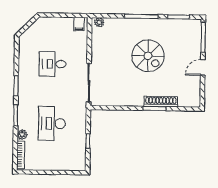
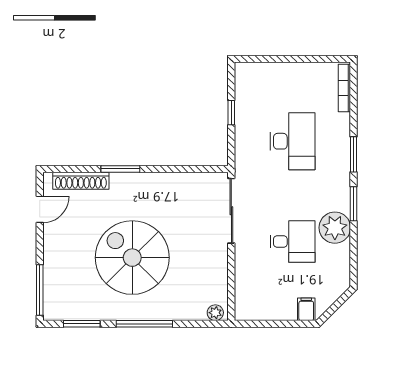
filing cabinet: (79, 24) -> (306, 309), moved
spiral stairs: (148, 56) -> (132, 258), width x1.37, depth x1.37
door: (203, 67) -> (40, 209), moved
shoe rack: (161, 102) -> (81, 181), moved
plant: (22, 135) -> (335, 228), moved, width x1.88, depth x1.88

